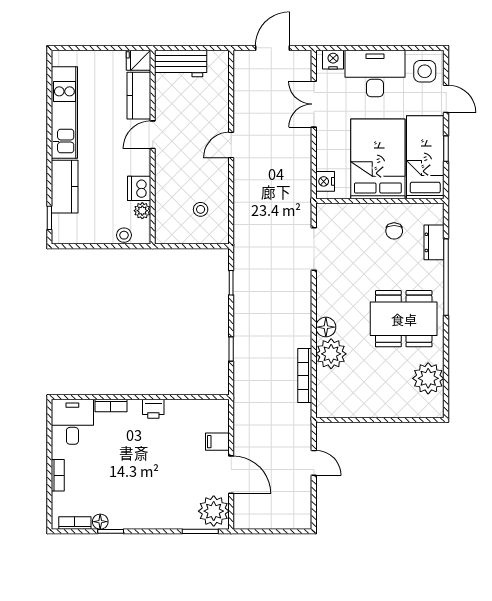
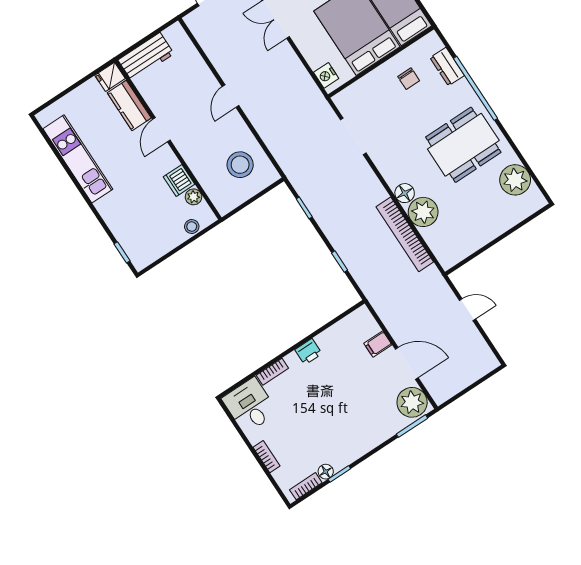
kitchen counter: (65, 187) -> (118, 219), removed
stool: (201, 209) -> (240, 165), width x1.89, depth x1.89
bookcase: (305, 376) -> (405, 234), width x1.48, depth x1.31

